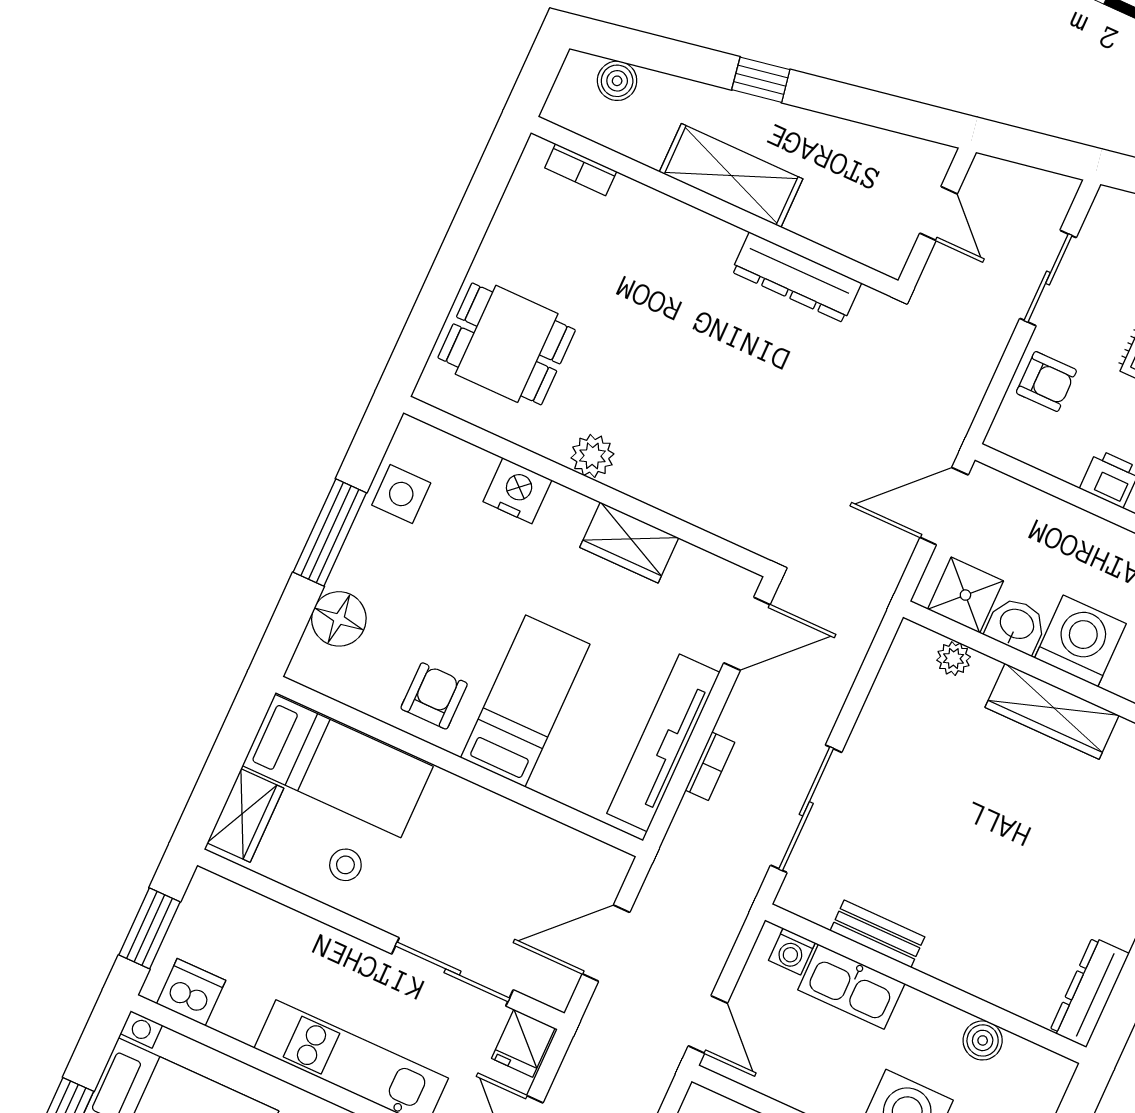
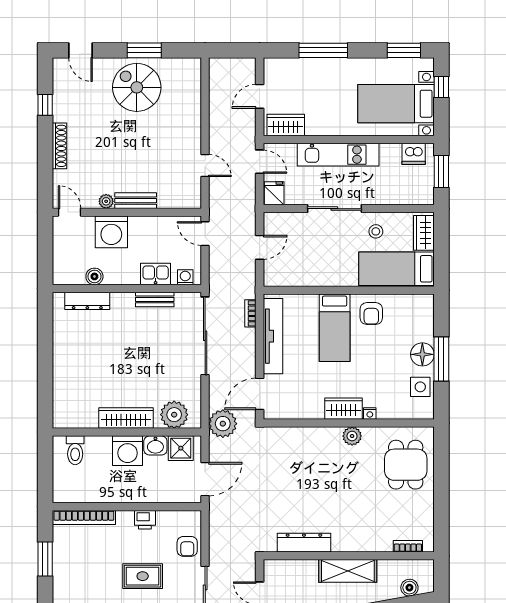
dining table: (507, 344) -> (406, 465), turned 90
armchair: (1046, 382) -> (187, 546), turned -90
nightstand: (517, 491) -> (370, 414), width x0.53, depth x0.56
wardrobe: (629, 543) -> (344, 409), moved
plant: (853, 606) -> (223, 424), added
floor lamp: (339, 619) -> (422, 354), moved
plant: (954, 659) -> (174, 415), width x1.88, depth x1.88
bookcase: (710, 766) -> (250, 313), moved
sliding door: (806, 809) -> (205, 336), width x1.36
door: (606, 943) -> (260, 247), width x0.73
sliding door: (452, 972) -> (334, 209), moved
kitchen sink: (851, 987) -> (156, 274), width x0.73
dresser: (1089, 992) -> (87, 301), moved, turned 90

